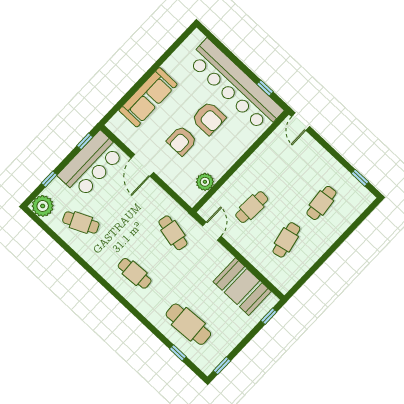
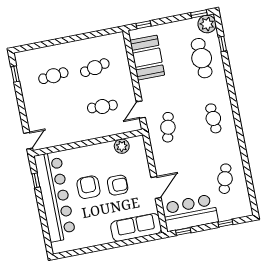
sofa: (148, 97) -> (136, 227), moved
plant: (43, 206) -> (207, 24), moved
cafe table: (81, 222) -> (225, 179), turned 39

